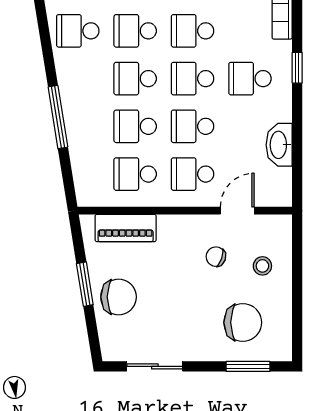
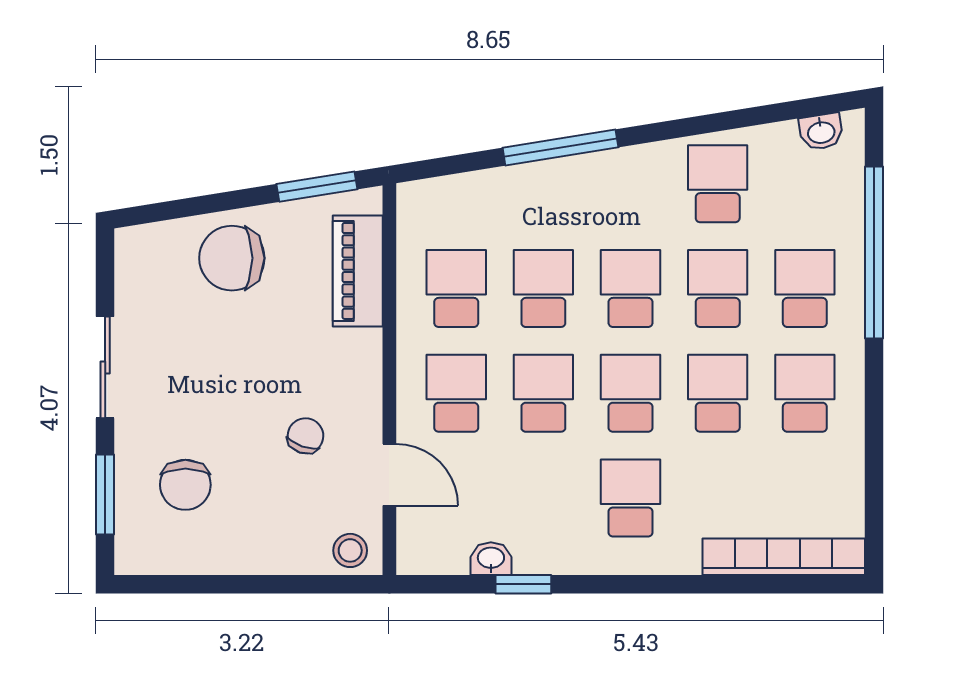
window: (297, 68) -> (523, 584), moved
washbasin: (279, 145) -> (491, 559), width x0.52, depth x0.69
stool: (262, 266) -> (350, 550), moved
window: (85, 284) -> (317, 187), moved
chair: (119, 297) -> (232, 258), turned 90
chair: (243, 322) -> (185, 485), width x0.73, depth x0.73
sliding door: (155, 366) -> (105, 367), moved

